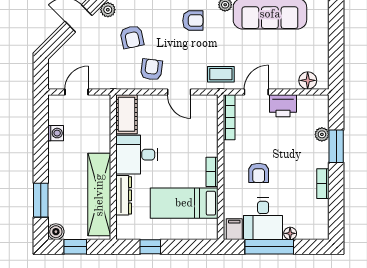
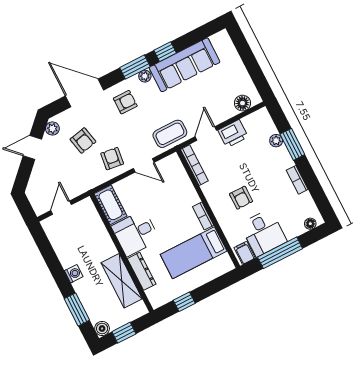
coffee table: (221, 74) -> (170, 134), width x1.36, depth x1.30
washing machine: (56, 133) -> (74, 274), moved
shelving: (99, 195) -> (122, 281), width x0.68
floor lamp: (290, 233) -> (310, 224), moved

